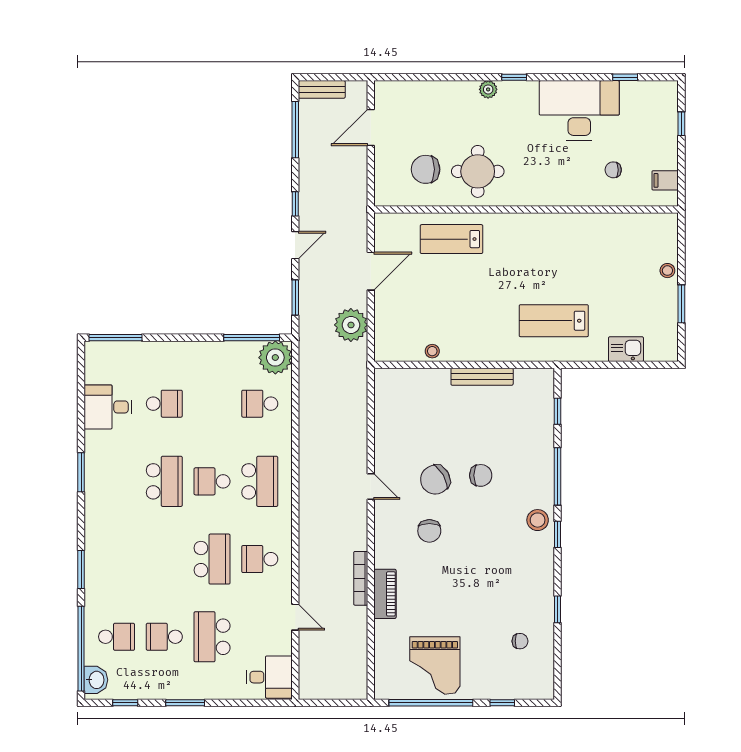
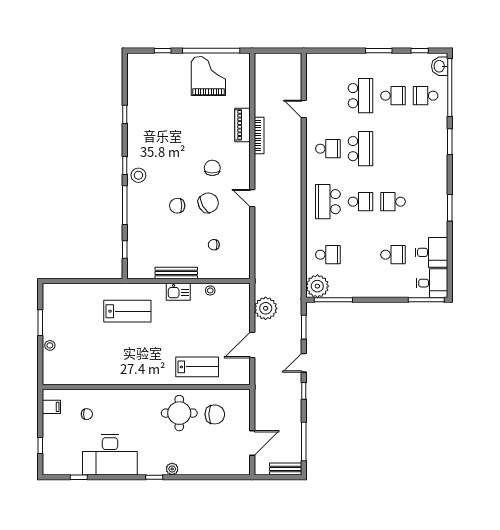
kitchen sink: (626, 349) -> (178, 292), moved
school desk: (164, 404) -> (393, 255), turned 180
school desk: (164, 481) -> (393, 202), width x0.54
school desk: (212, 559) -> (360, 149), turned 180
chair: (520, 641) -> (214, 245), moved
desk: (269, 677) -> (432, 283), moved, turned 180

